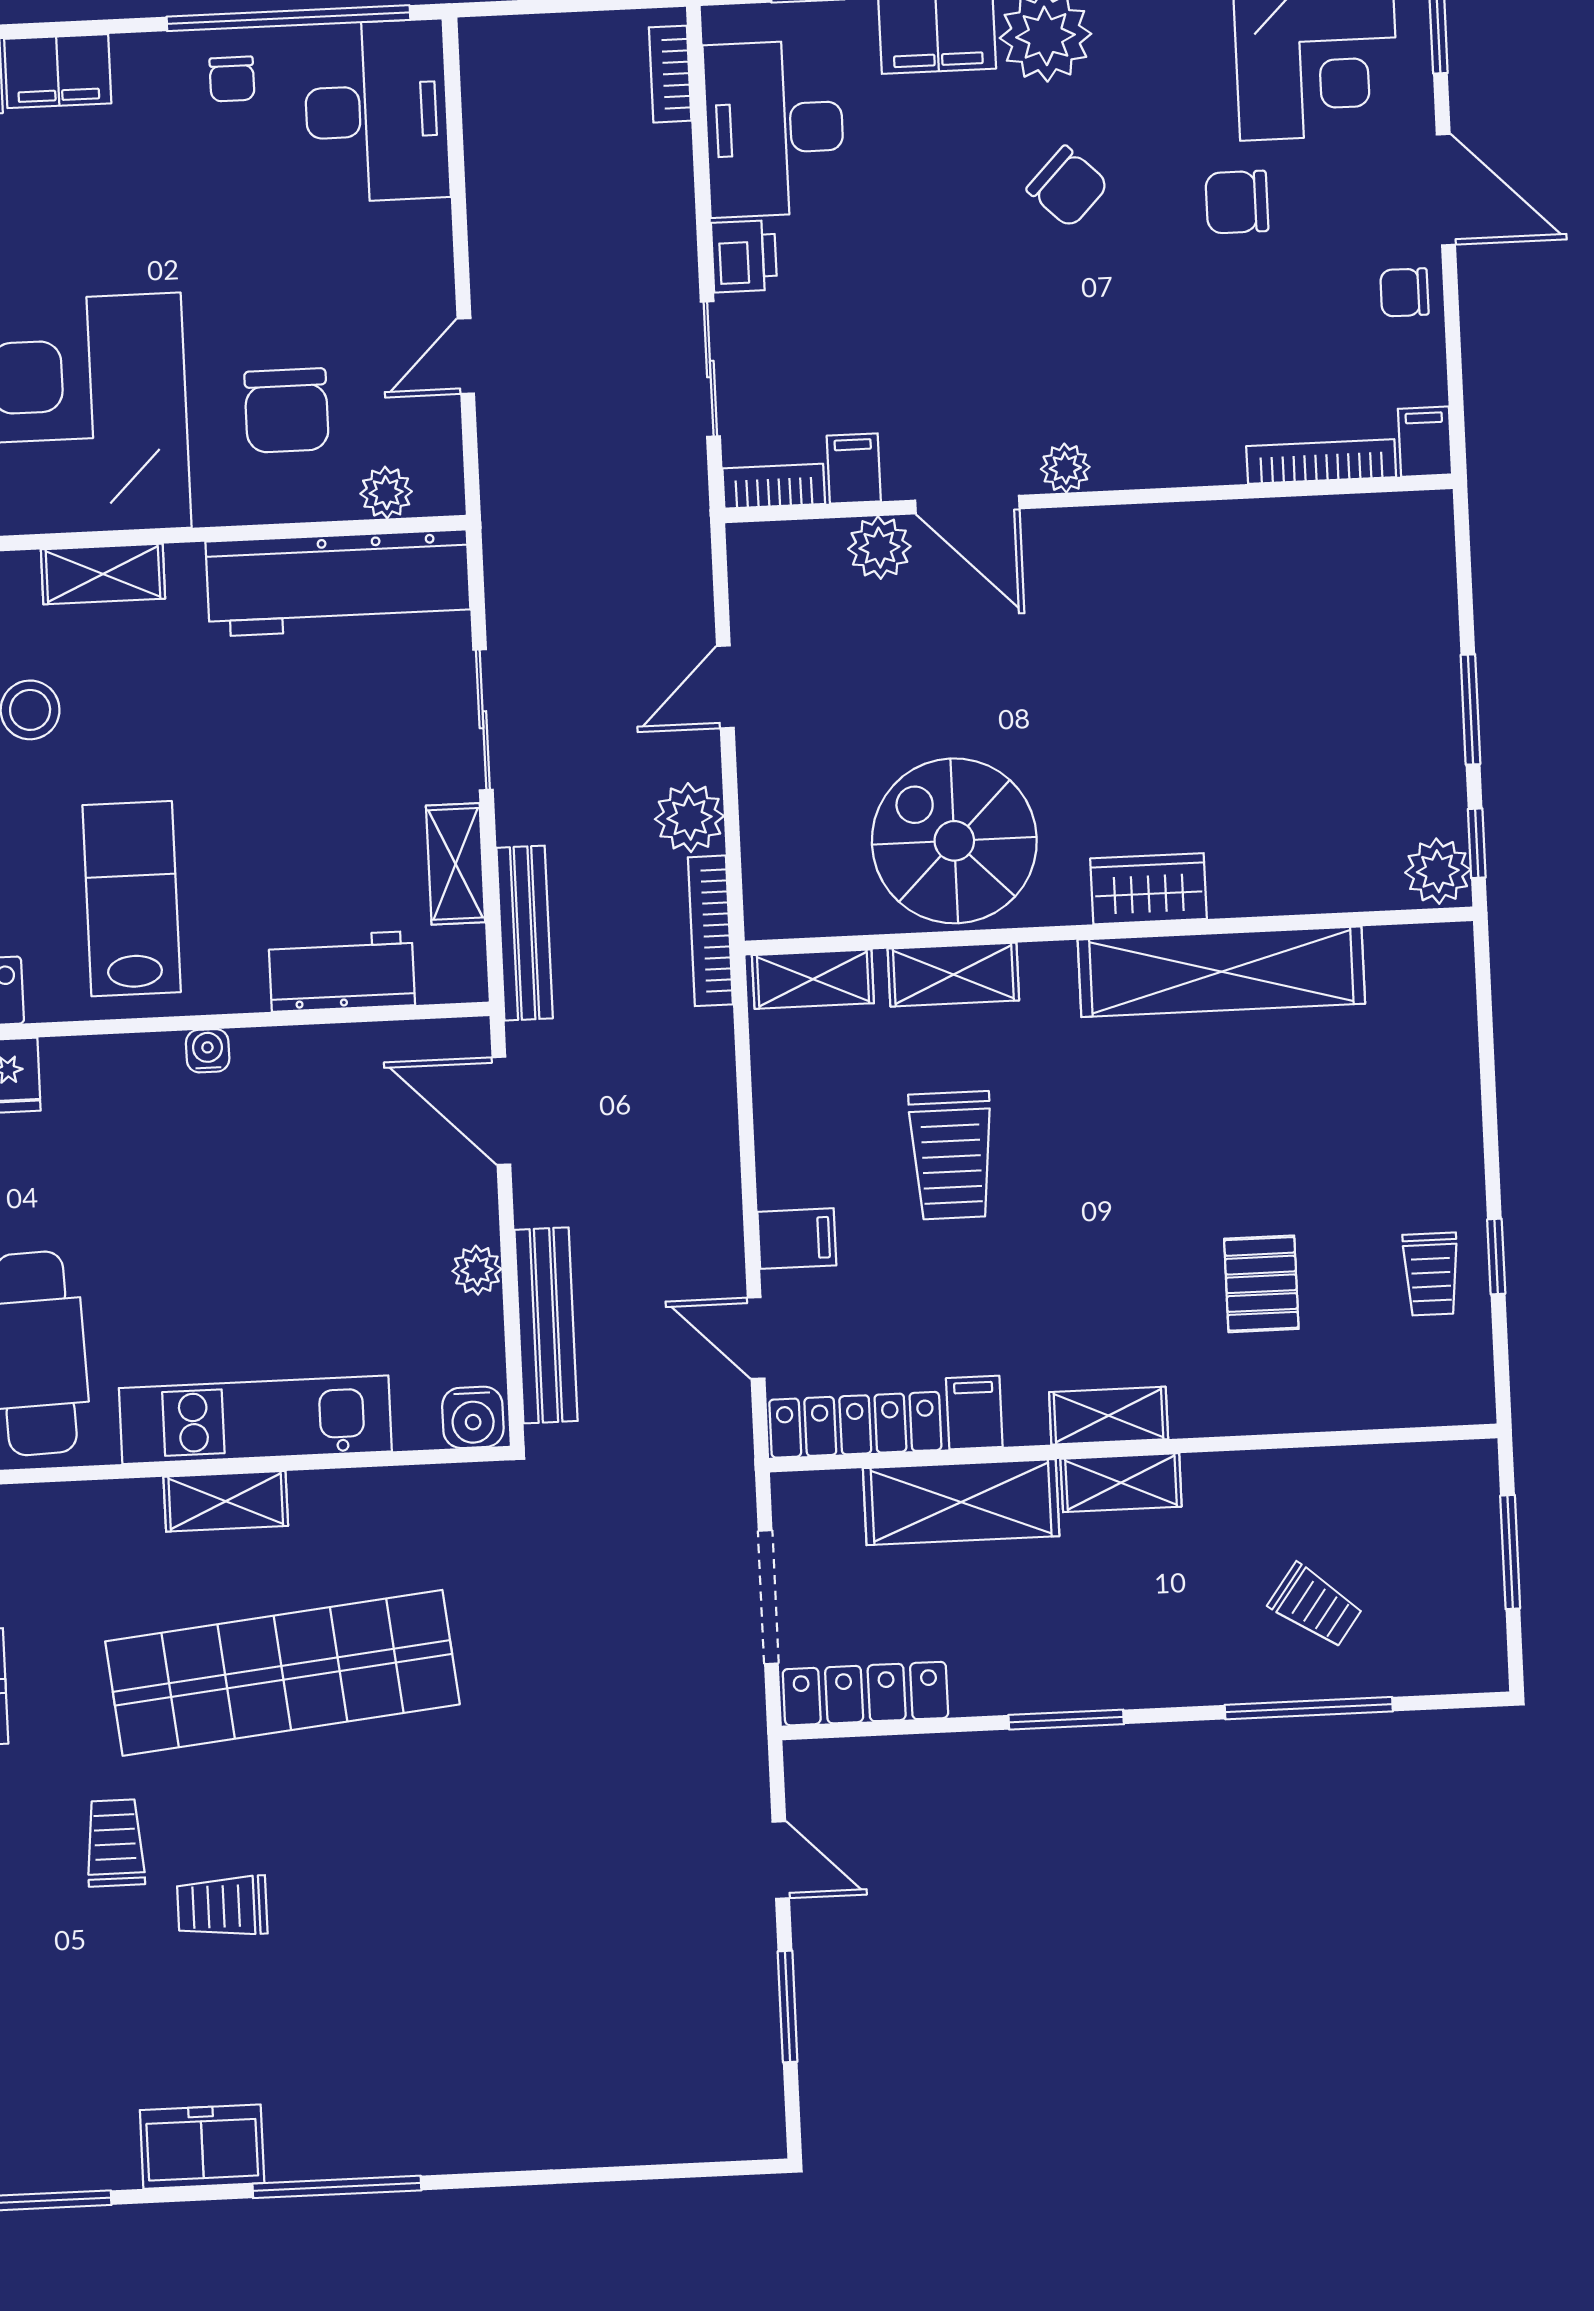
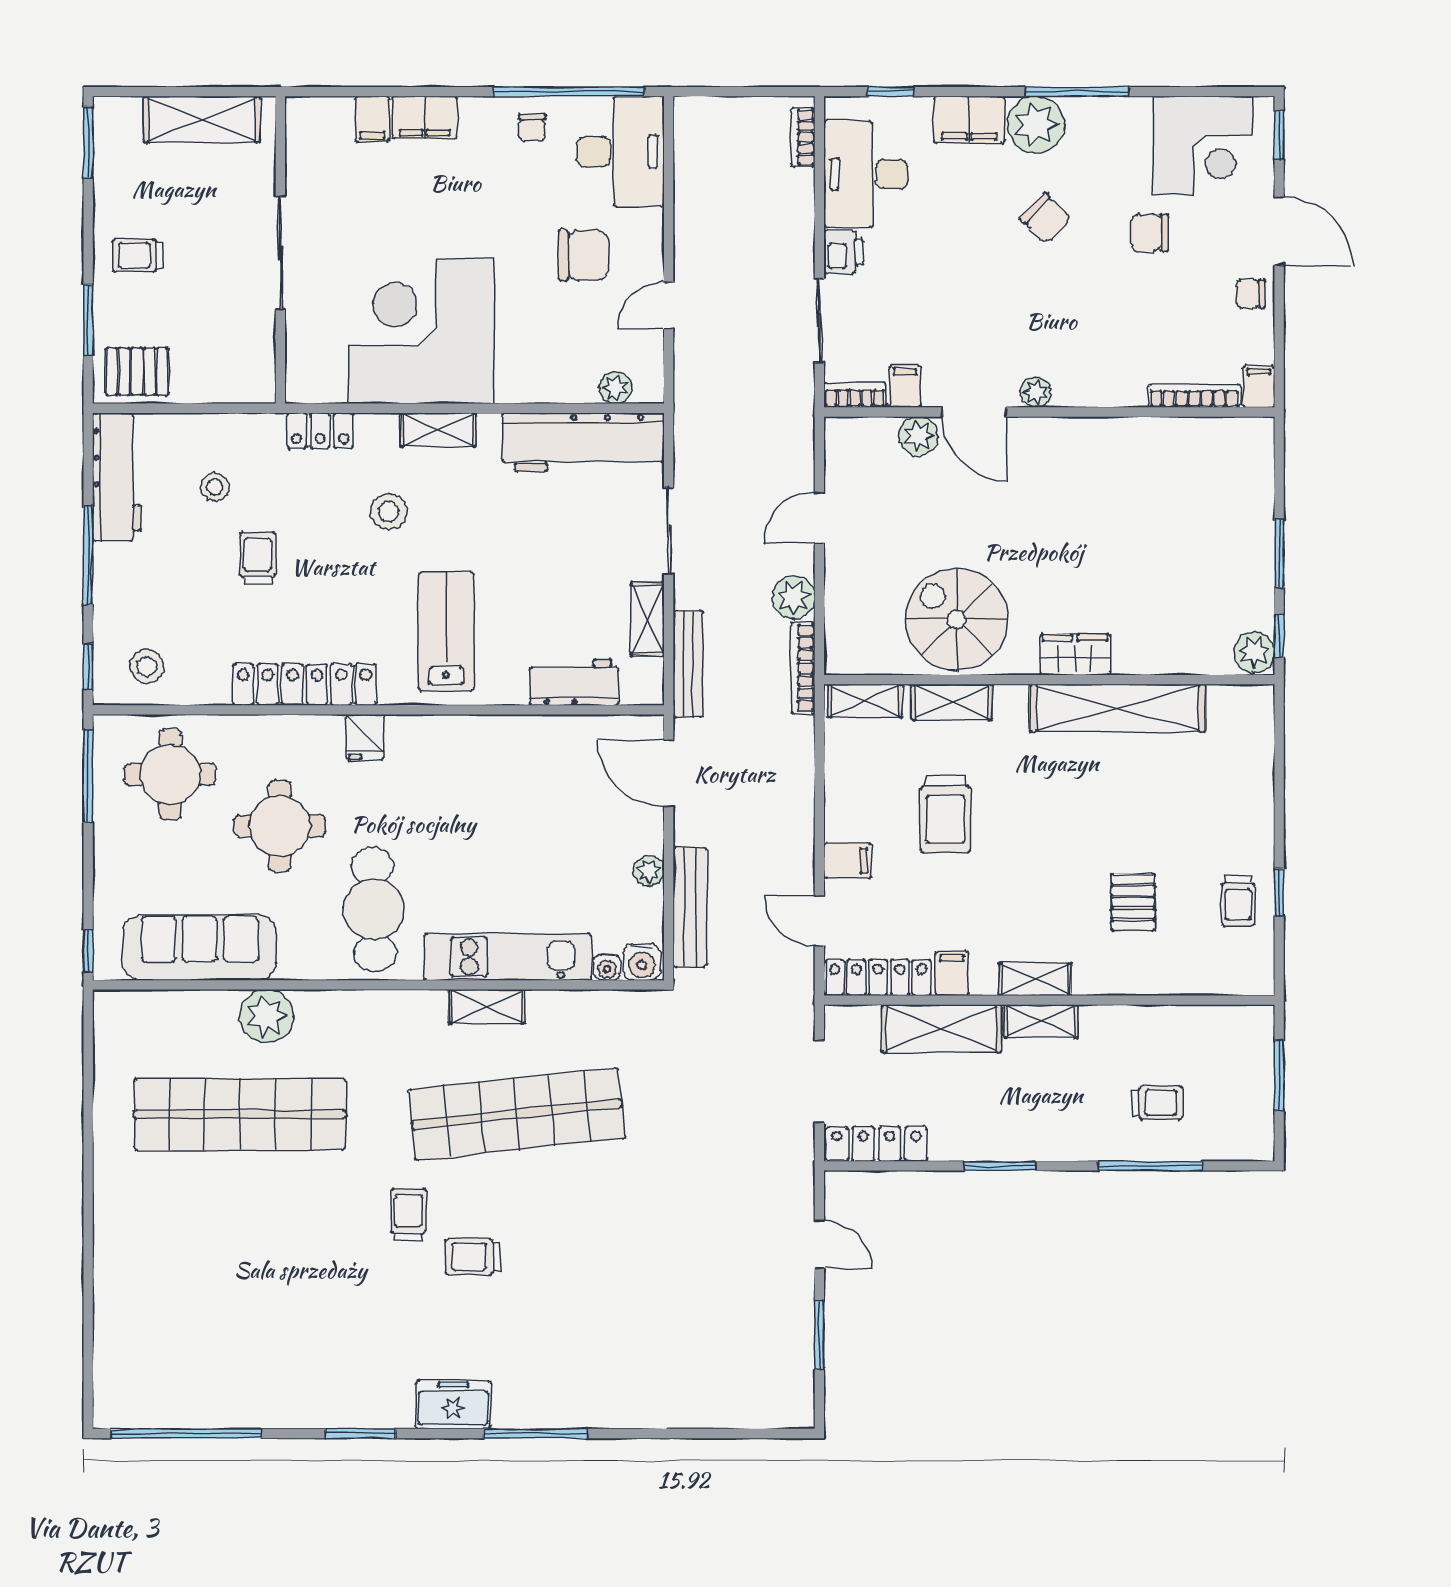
chair: (287, 411) -> (583, 255), moved, turned -90
water cooler: (208, 1051) -> (607, 967), moved, turned 180
trolley: (1316, 1606) -> (1157, 1103), turned -36

